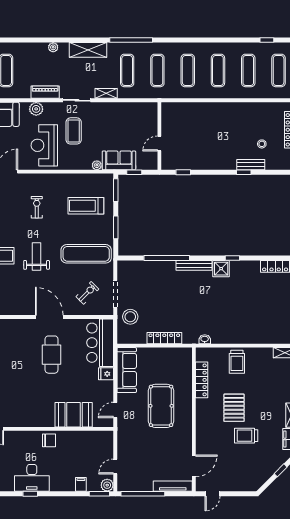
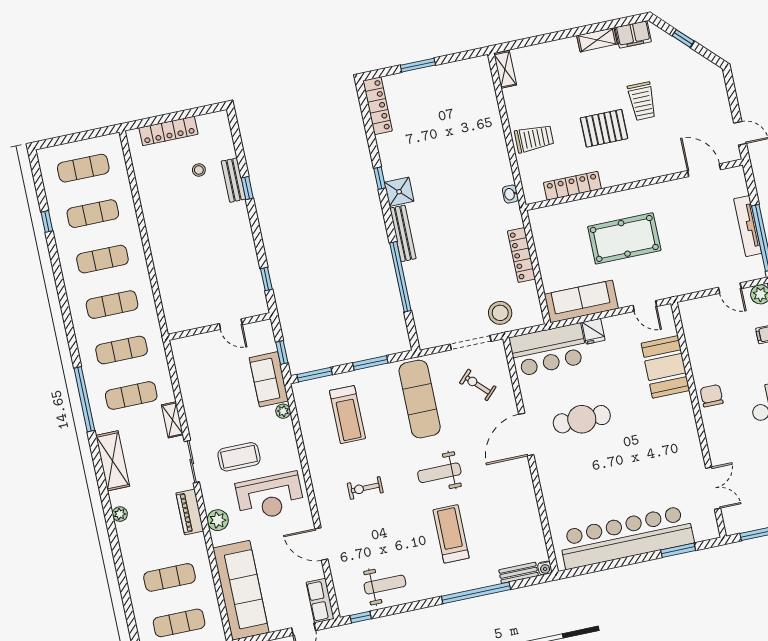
window: (267, 40) -> (47, 221), moved
tv unit: (173, 486) -> (748, 226), moved

